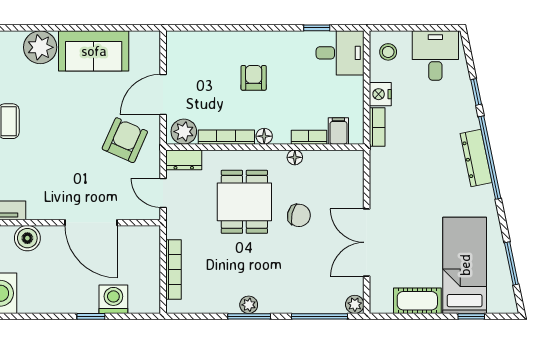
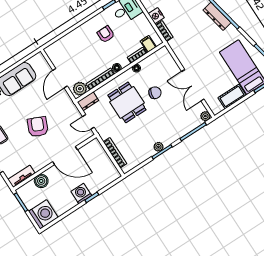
armchair: (254, 78) -> (106, 34), moved
armchair: (125, 140) -> (38, 127), moved
washing machine: (113, 299) -> (81, 193), moved

